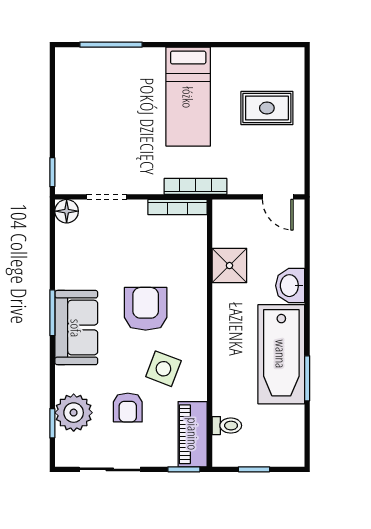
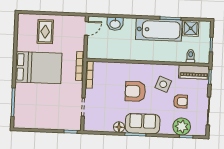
bed: (188, 97) -> (38, 68), width x1.50
floor lamp: (67, 211) -> (119, 127), moved
shower: (229, 266) -> (191, 28), moved
washbasin: (290, 286) -> (115, 24), moved

